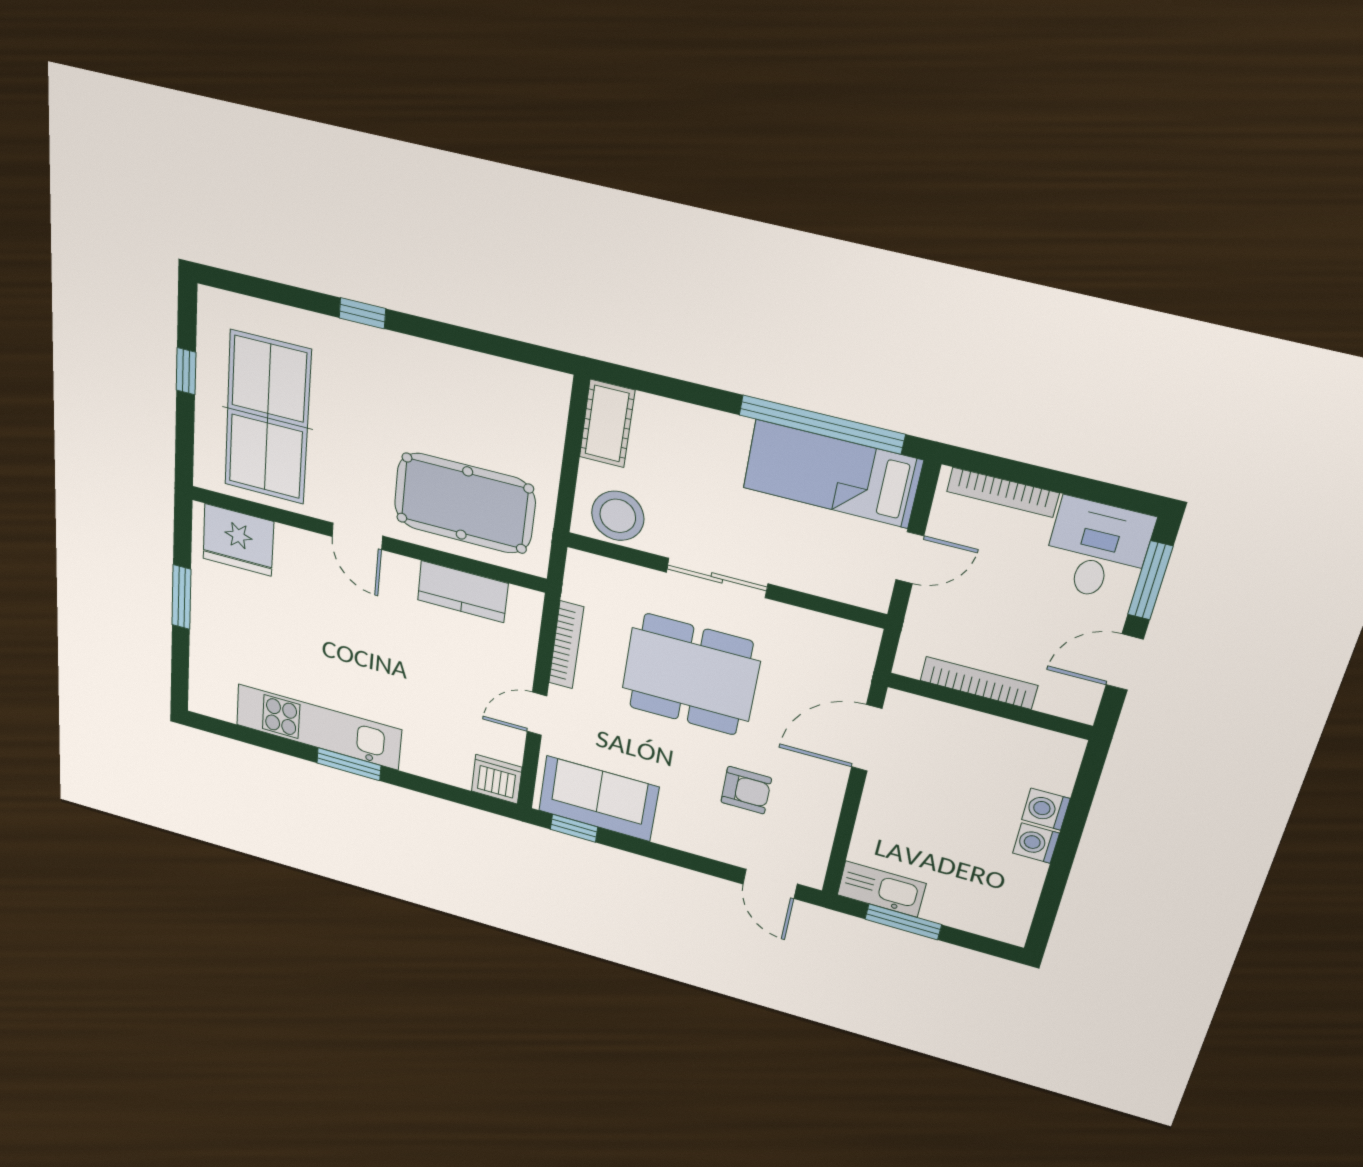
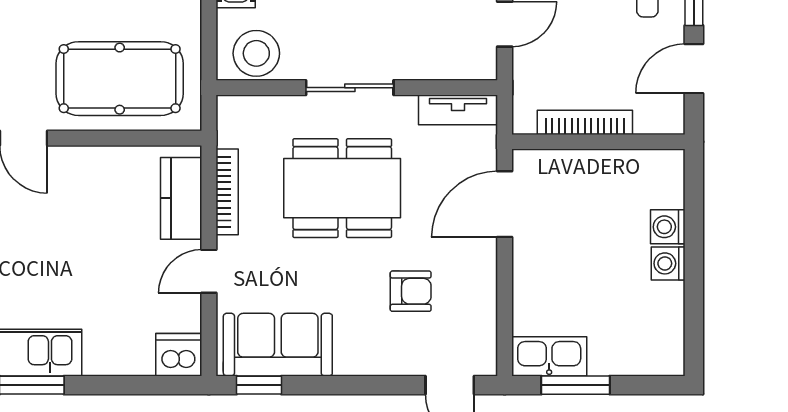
kitchen counter: (463, 592) -> (181, 198), moved, turned 90
tv unit: (835, 632) -> (458, 110), added

